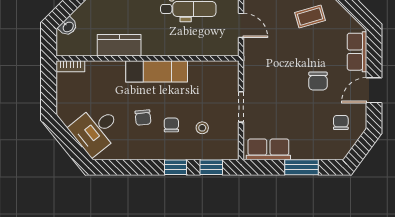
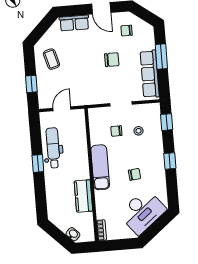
chair: (318, 81) -> (112, 60), moved
chair: (171, 125) -> (116, 131), moved
desk: (96, 130) -> (142, 212), width x1.37
row of seats: (268, 149) -> (150, 74), width x1.48
window: (176, 167) -> (170, 161), moved

